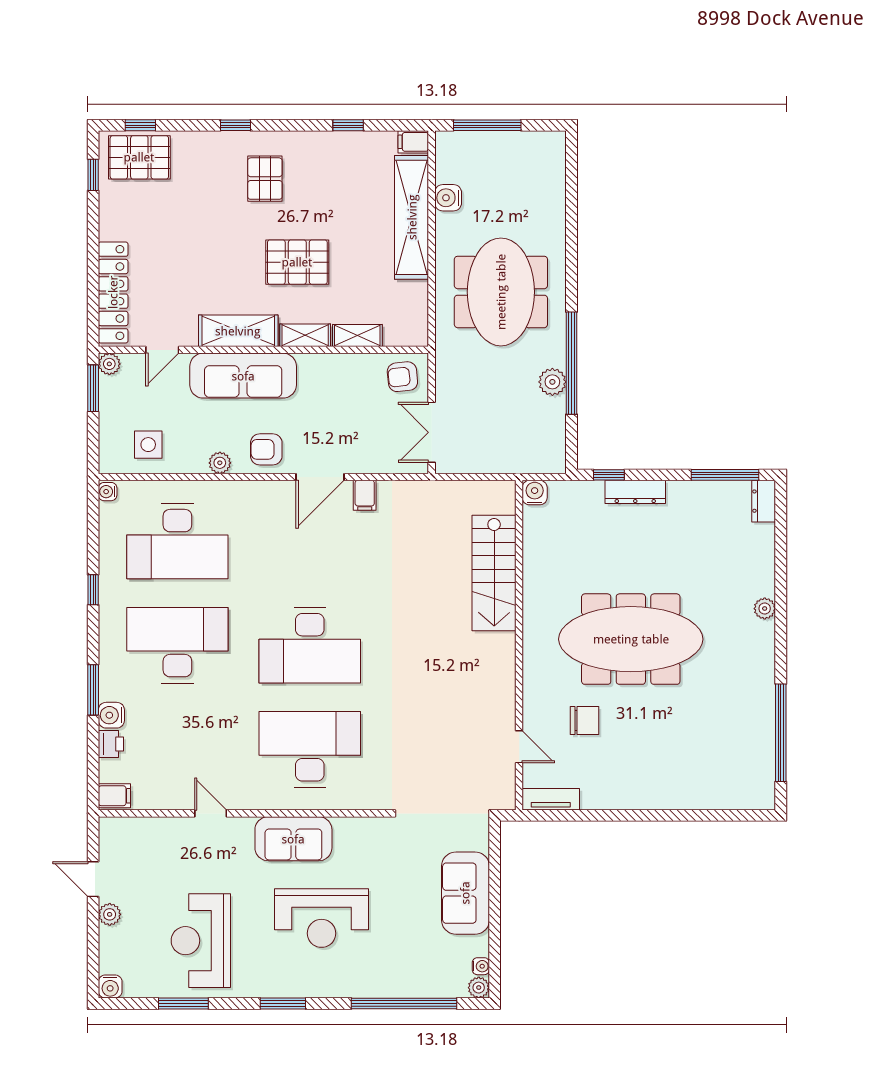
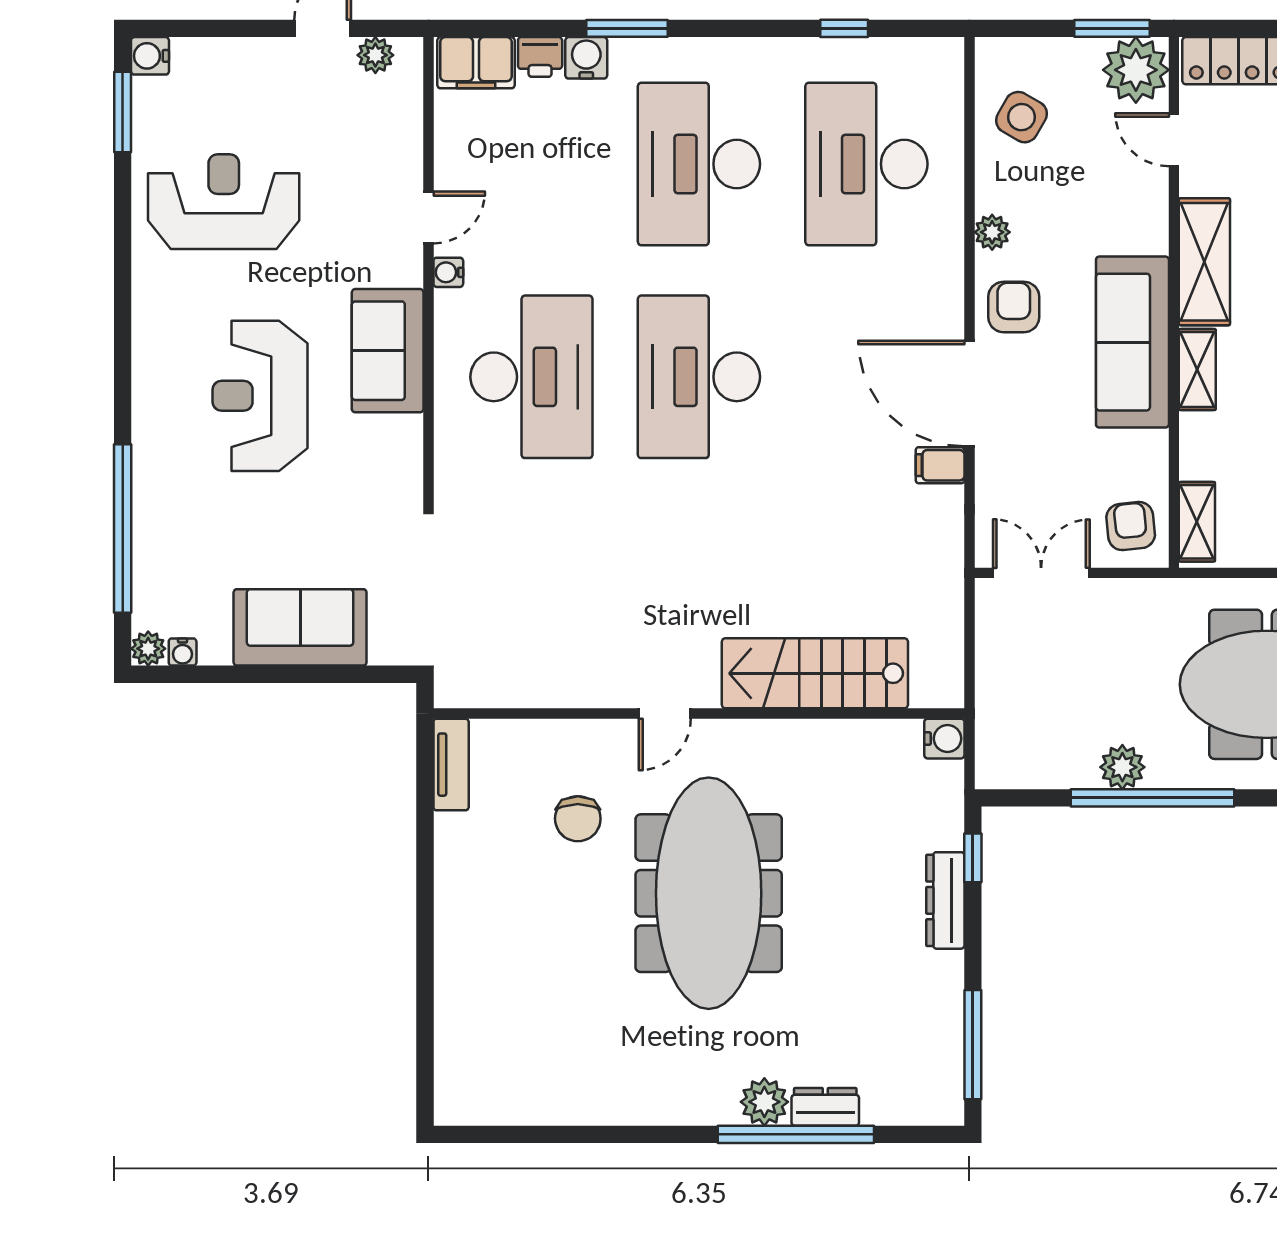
shelving: (357, 335) -> (1197, 522), moved
plant: (109, 364) -> (1136, 70), width x1.88, depth x1.88
sofa: (243, 376) -> (1132, 342), moved
side table: (148, 445) -> (1021, 117), turned 30
door: (320, 477) -> (969, 393), width x1.36
water cooler: (108, 492) -> (448, 272), moved, turned -90
dresser: (764, 501) -> (825, 1107), moved
window: (93, 590) -> (844, 28), moved
plant: (765, 609) -> (764, 1102), width x1.38, depth x1.38
desk: (177, 645) -> (699, 164), turned 180
window: (781, 733) -> (796, 1134), moved
door: (519, 747) -> (665, 713), moved
filing cabinet: (114, 796) -> (476, 63), width x2.00
plant: (110, 914) -> (375, 55), moved
window: (183, 1004) -> (123, 112), moved
window: (283, 1004) -> (123, 334), removed

